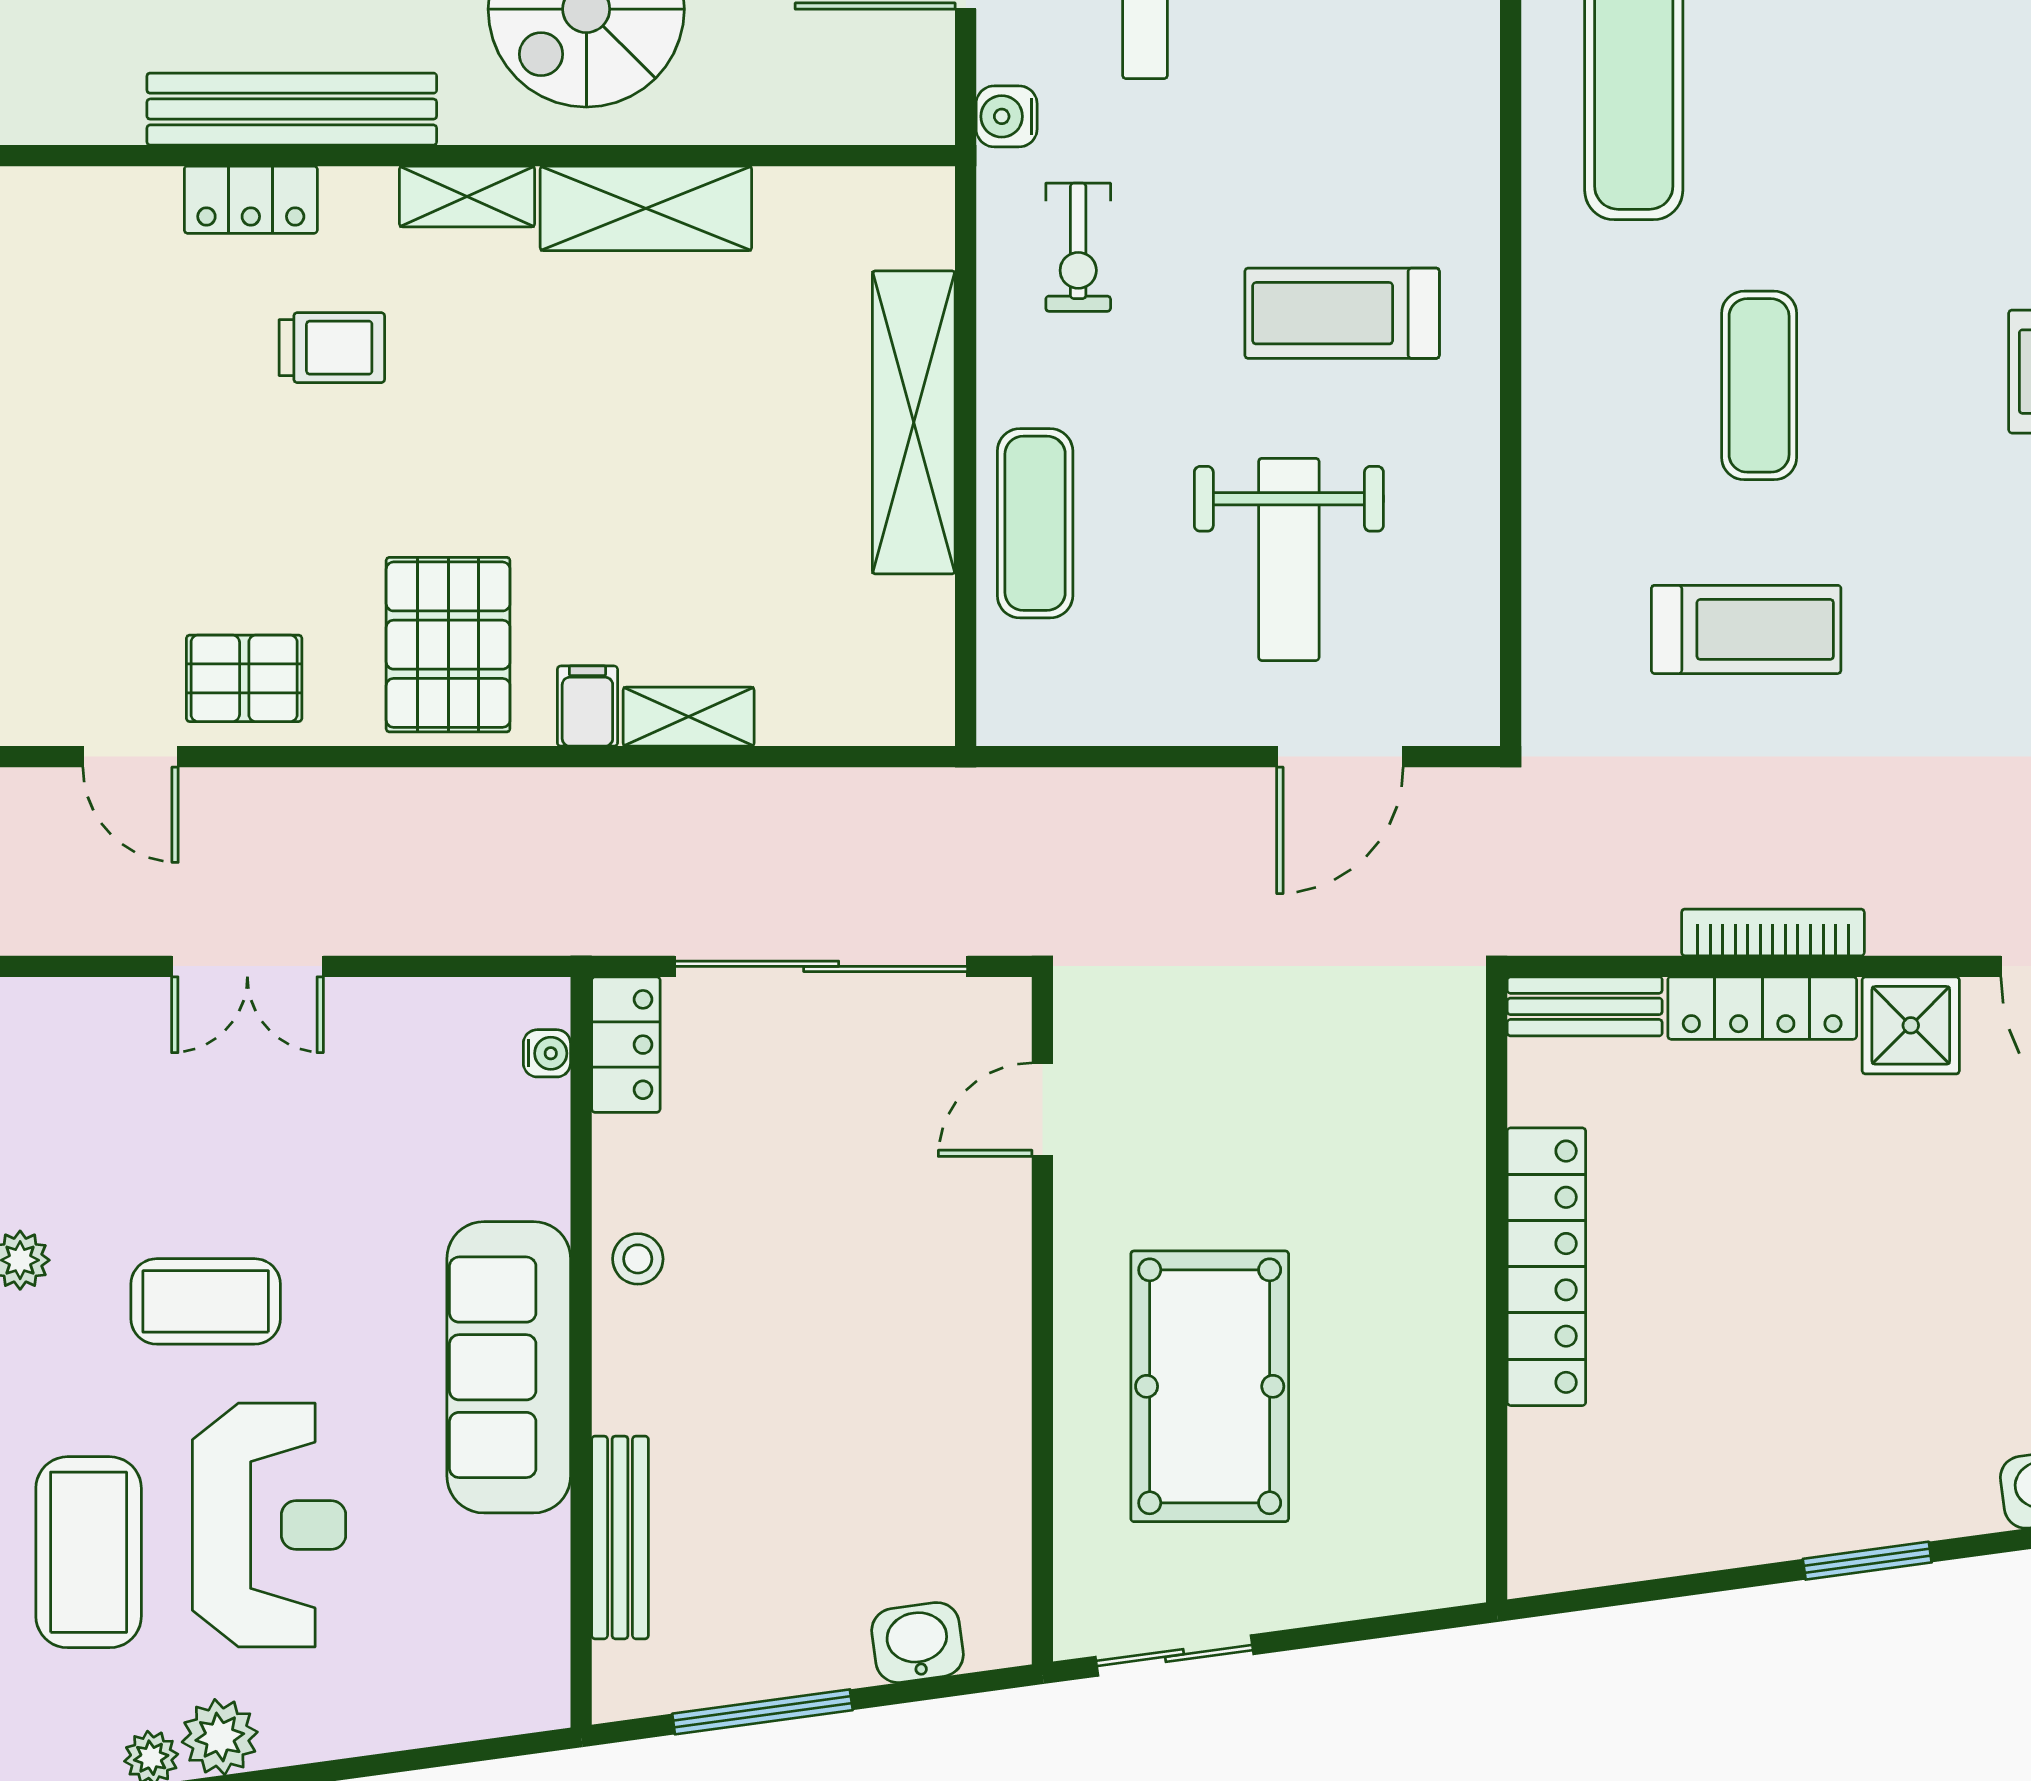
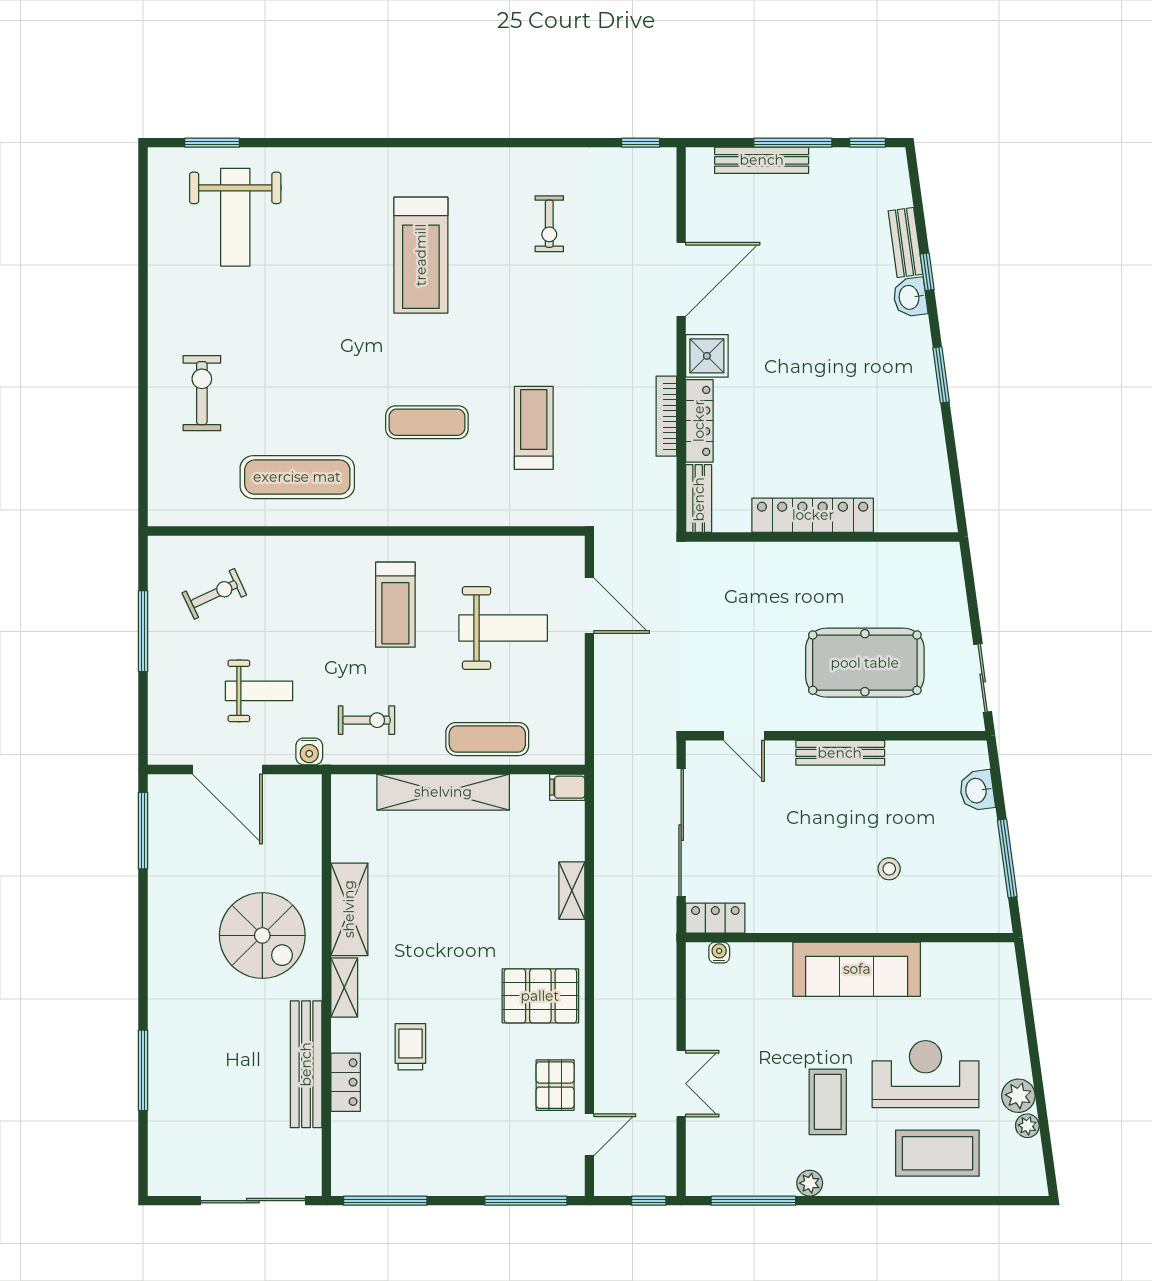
filing cabinet: (587, 706) -> (567, 787), moved
stool: (638, 1259) -> (889, 869), moved
bench: (620, 1537) -> (840, 753), moved

